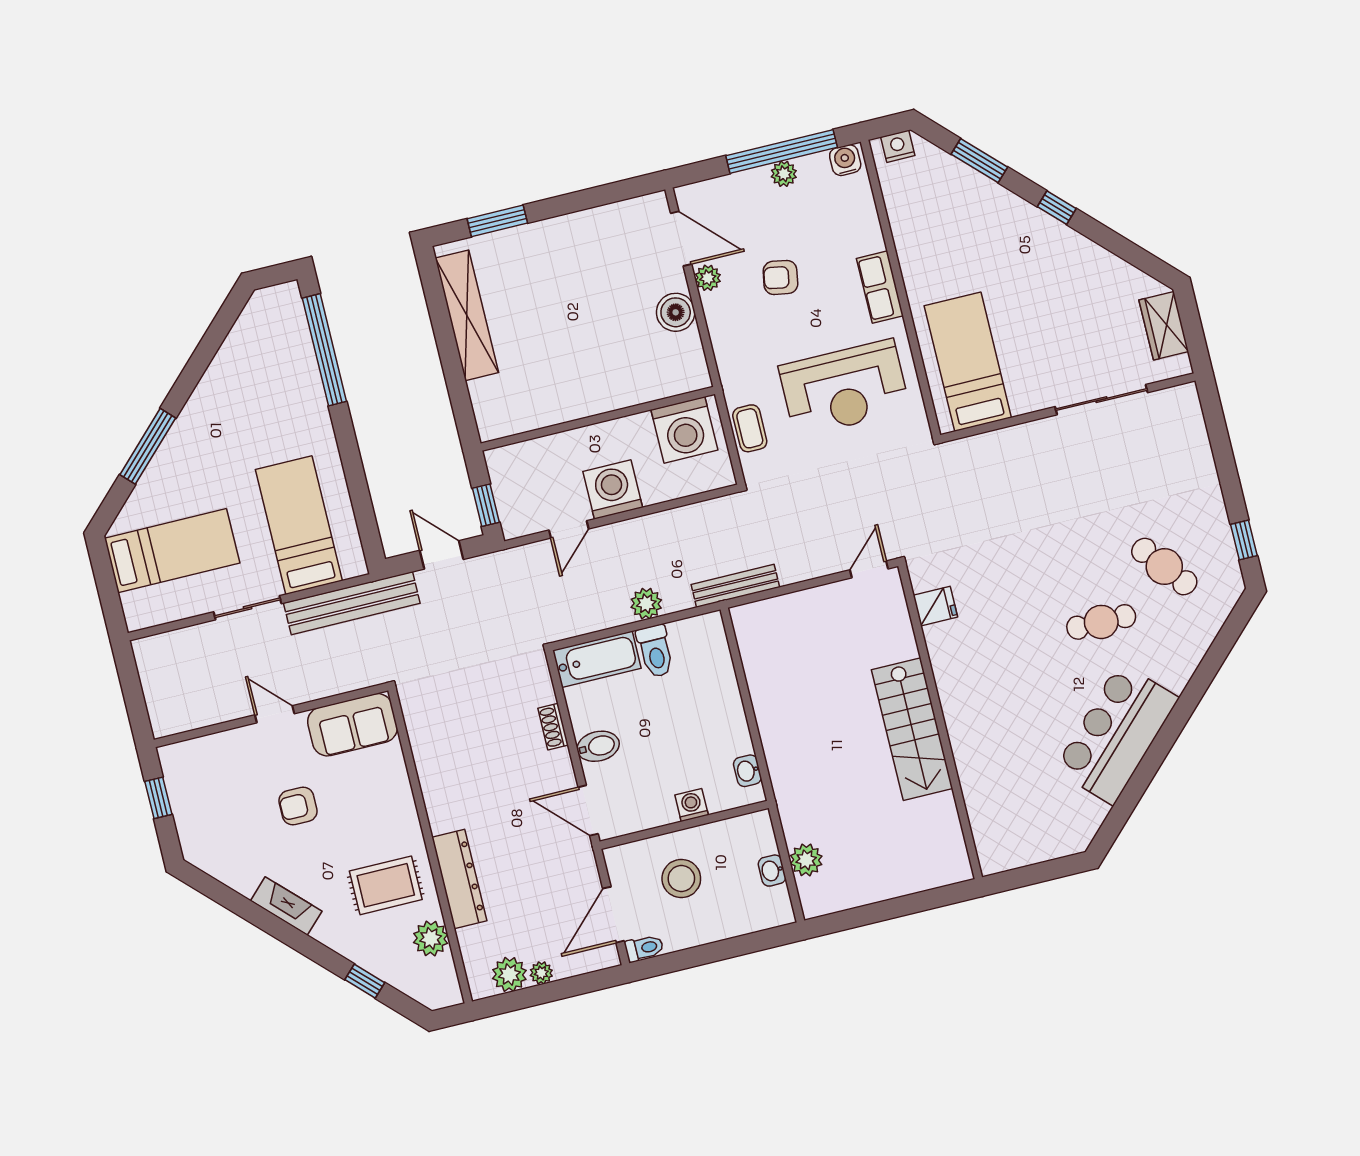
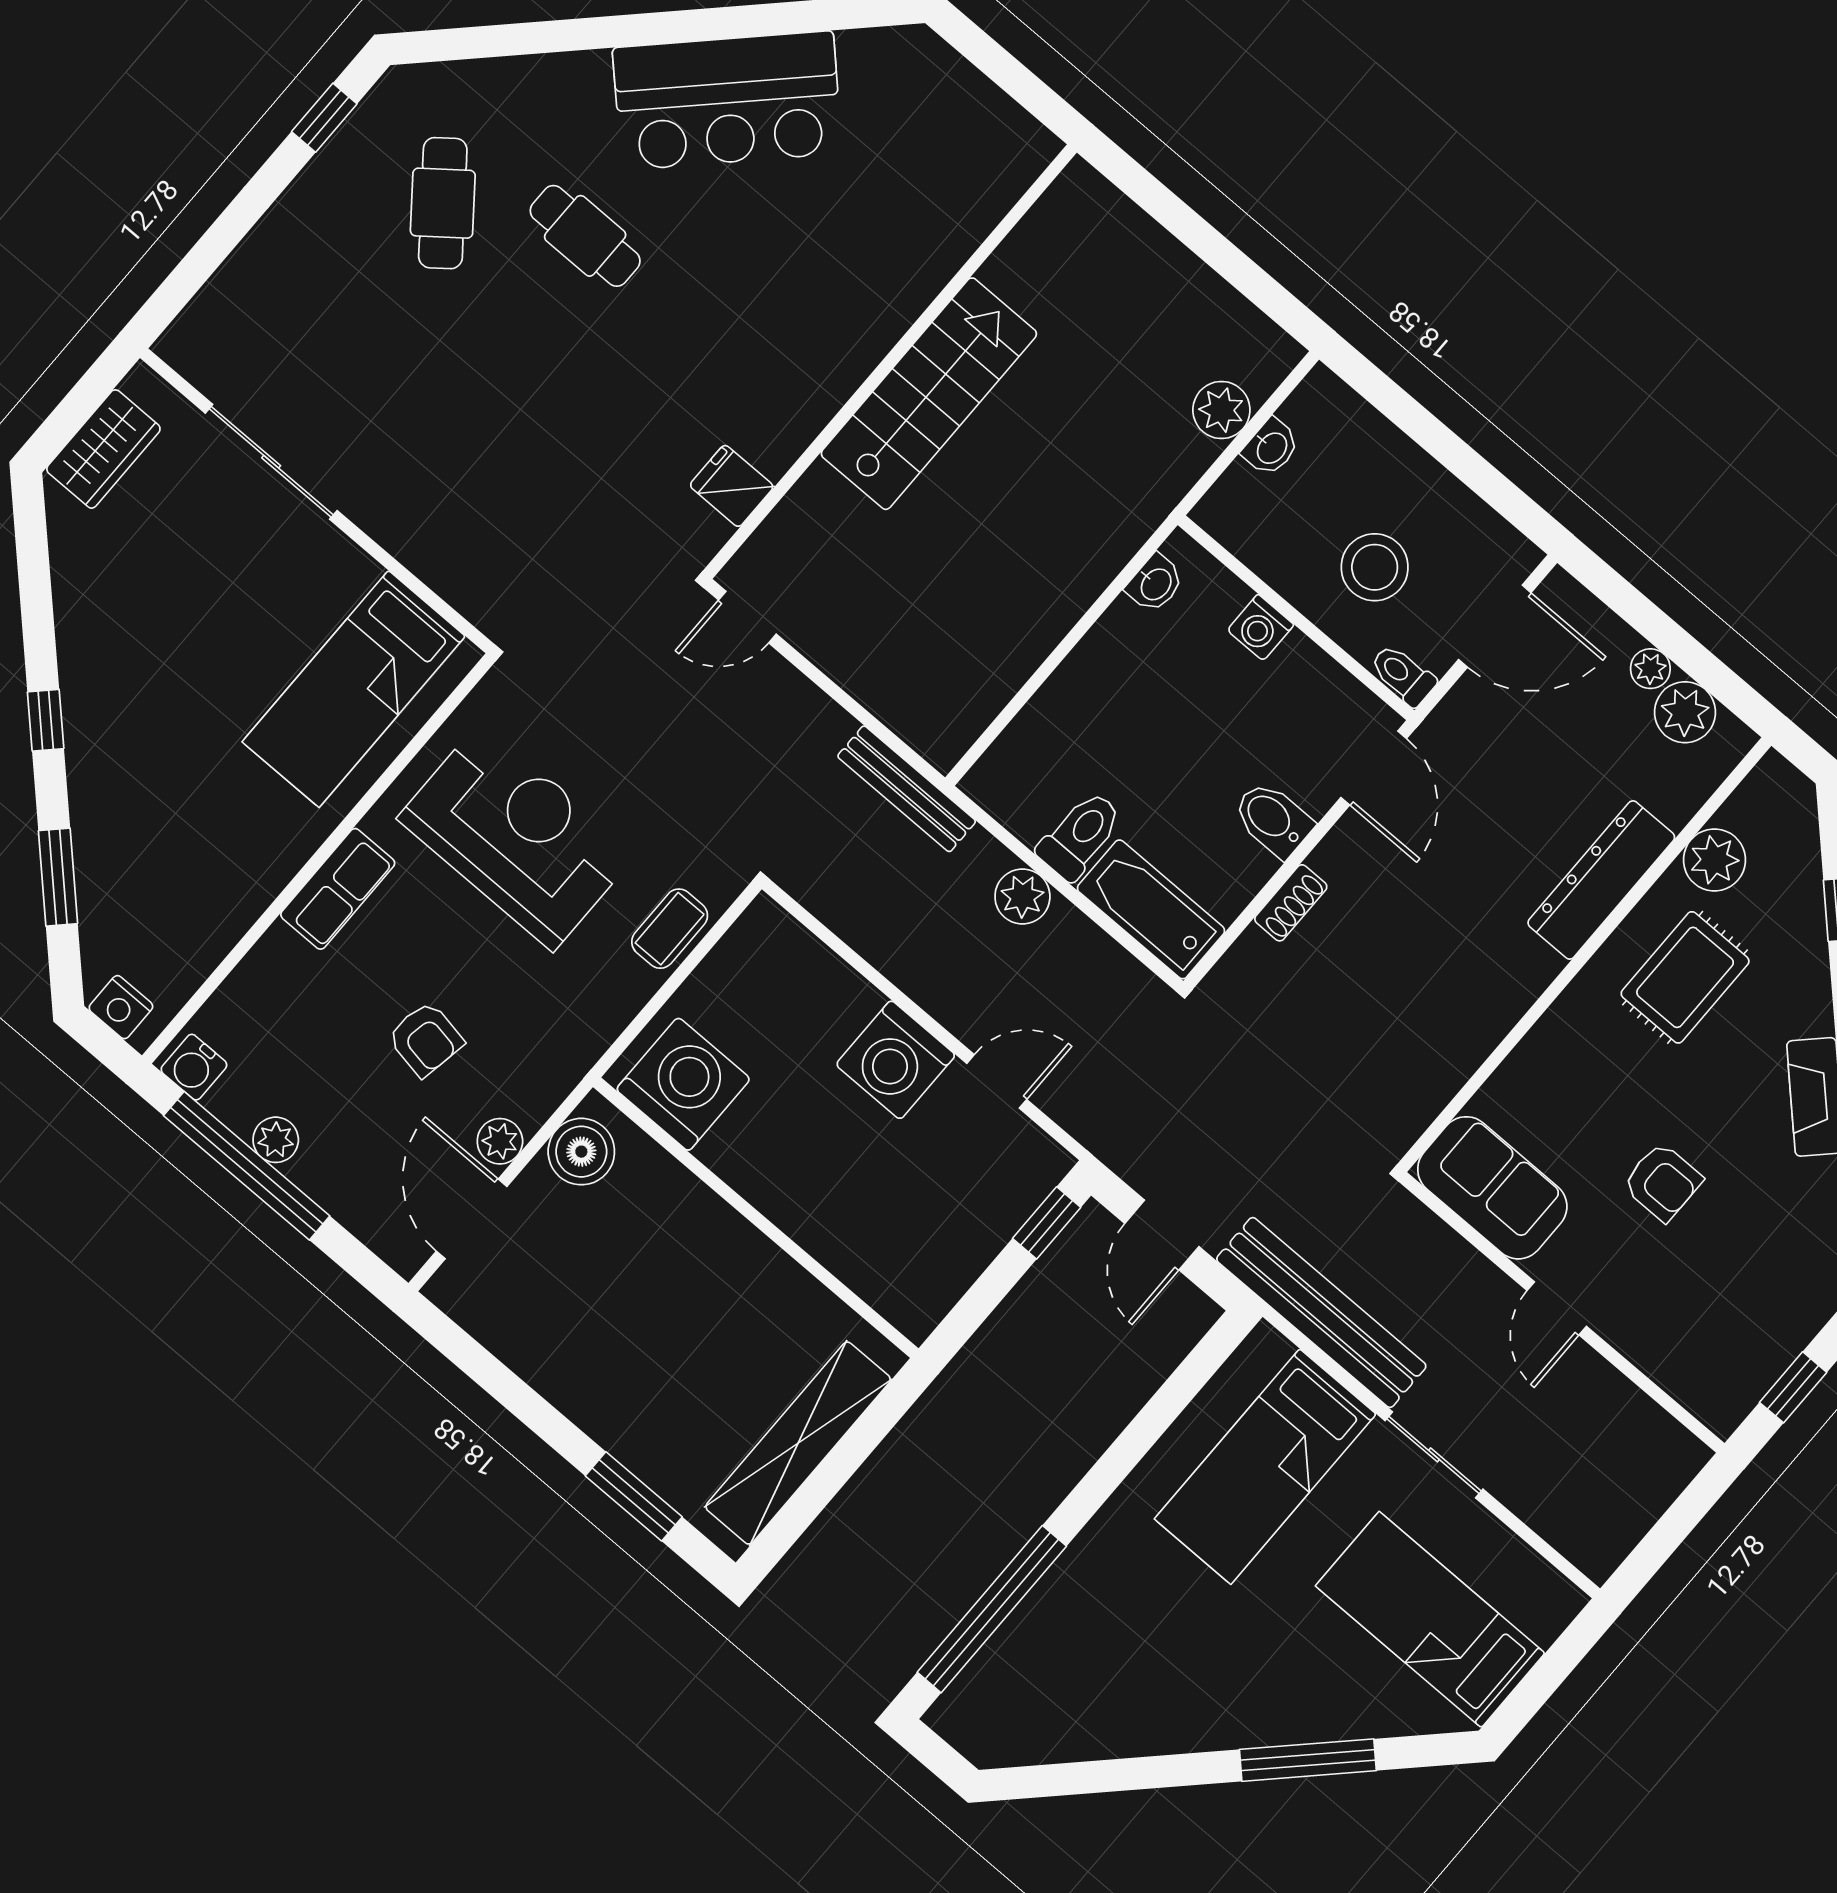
wall: (598, 419) -> (756, 1218), moved
washing machine: (684, 430) -> (683, 1084), moved
rug: (386, 885) -> (1685, 977), turned 90
toilet: (644, 948) -> (1403, 675), moved

